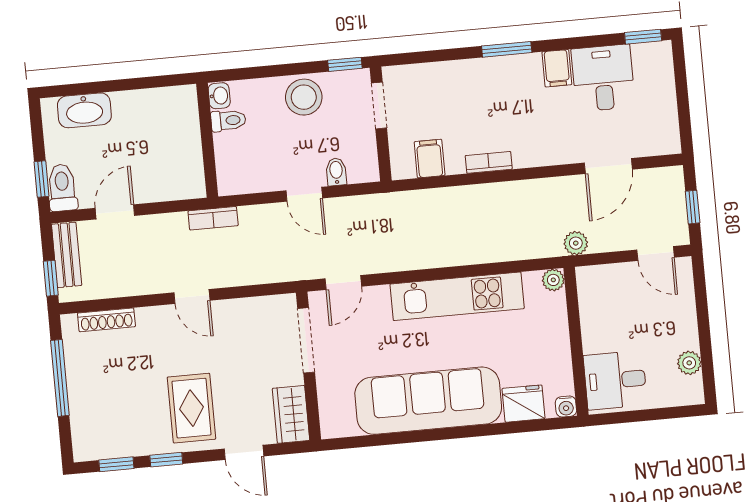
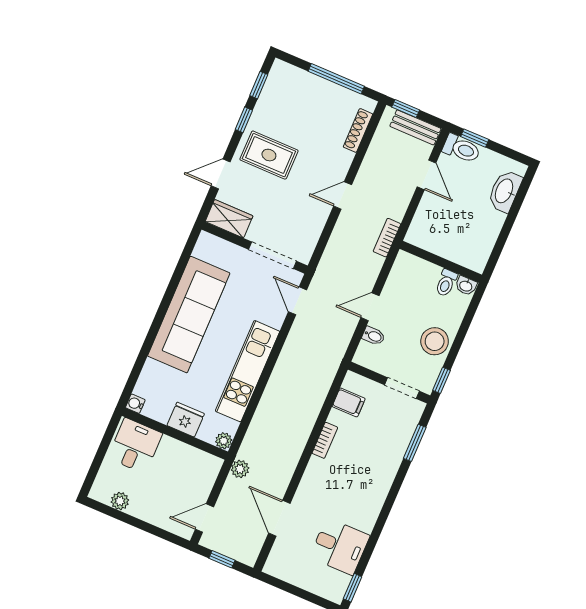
window: (507, 49) -> (415, 443), moved
filing cabinet: (557, 68) -> (363, 519), removed
fridge: (523, 404) -> (186, 420), moved, turned -90

